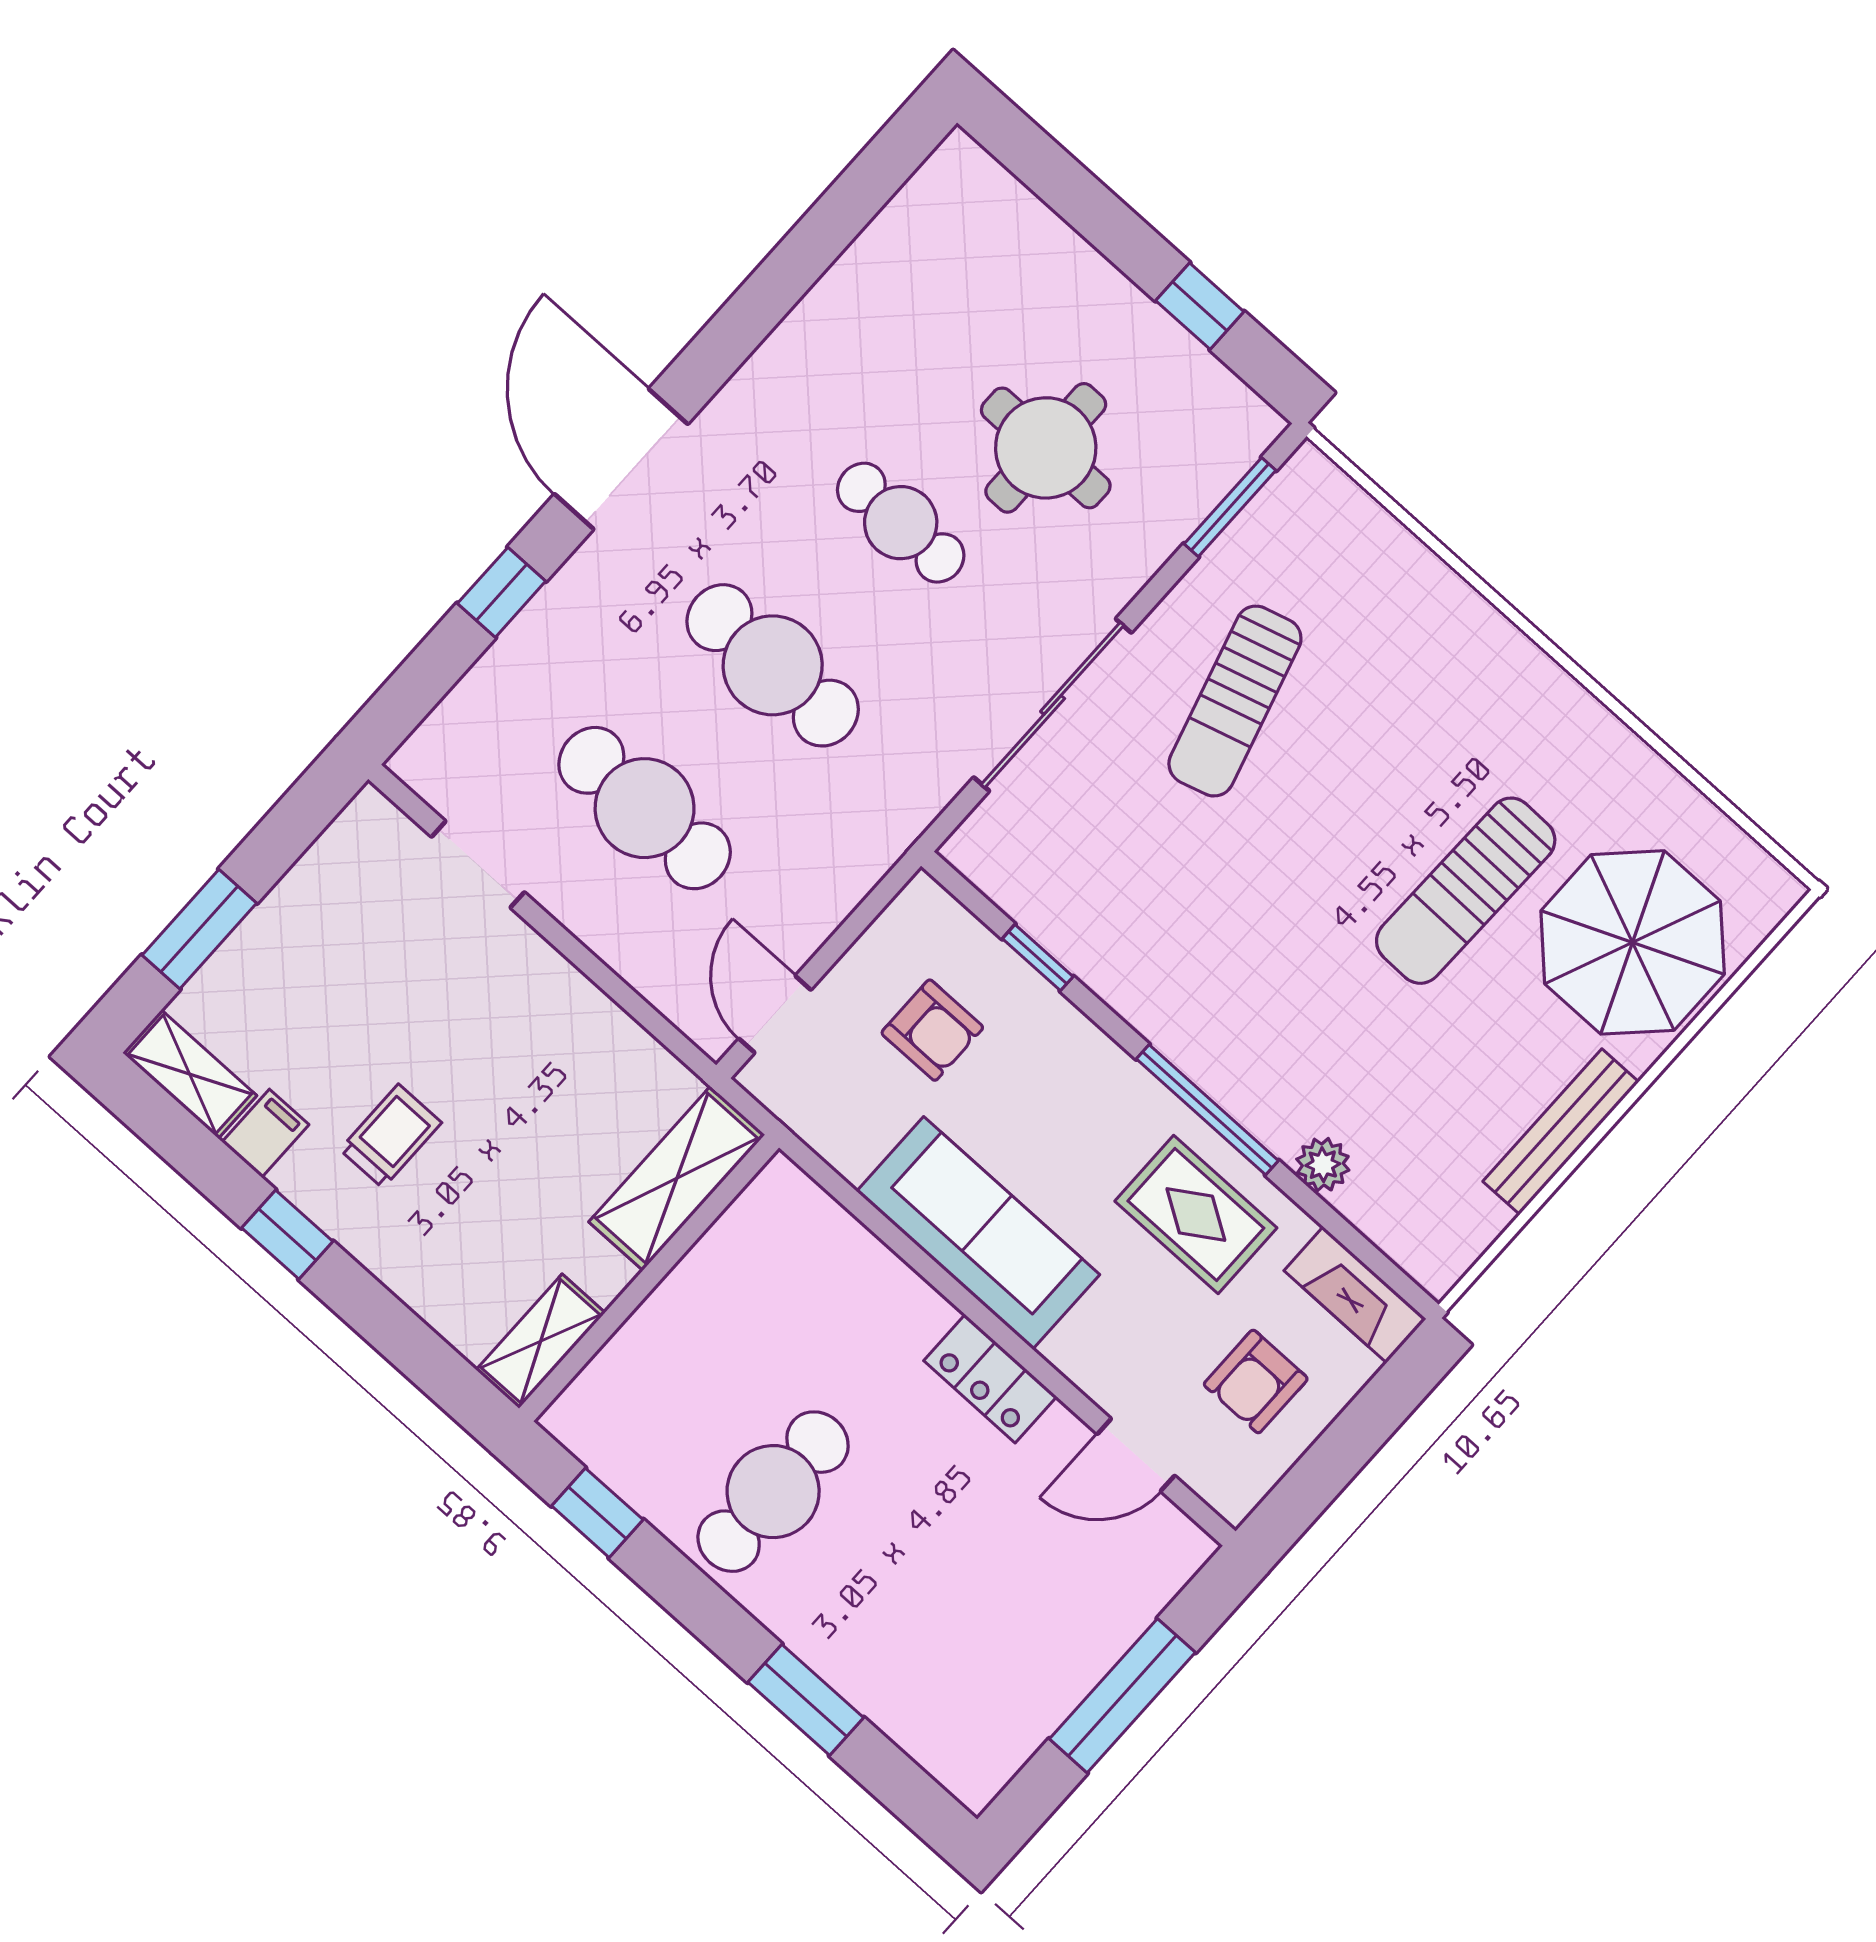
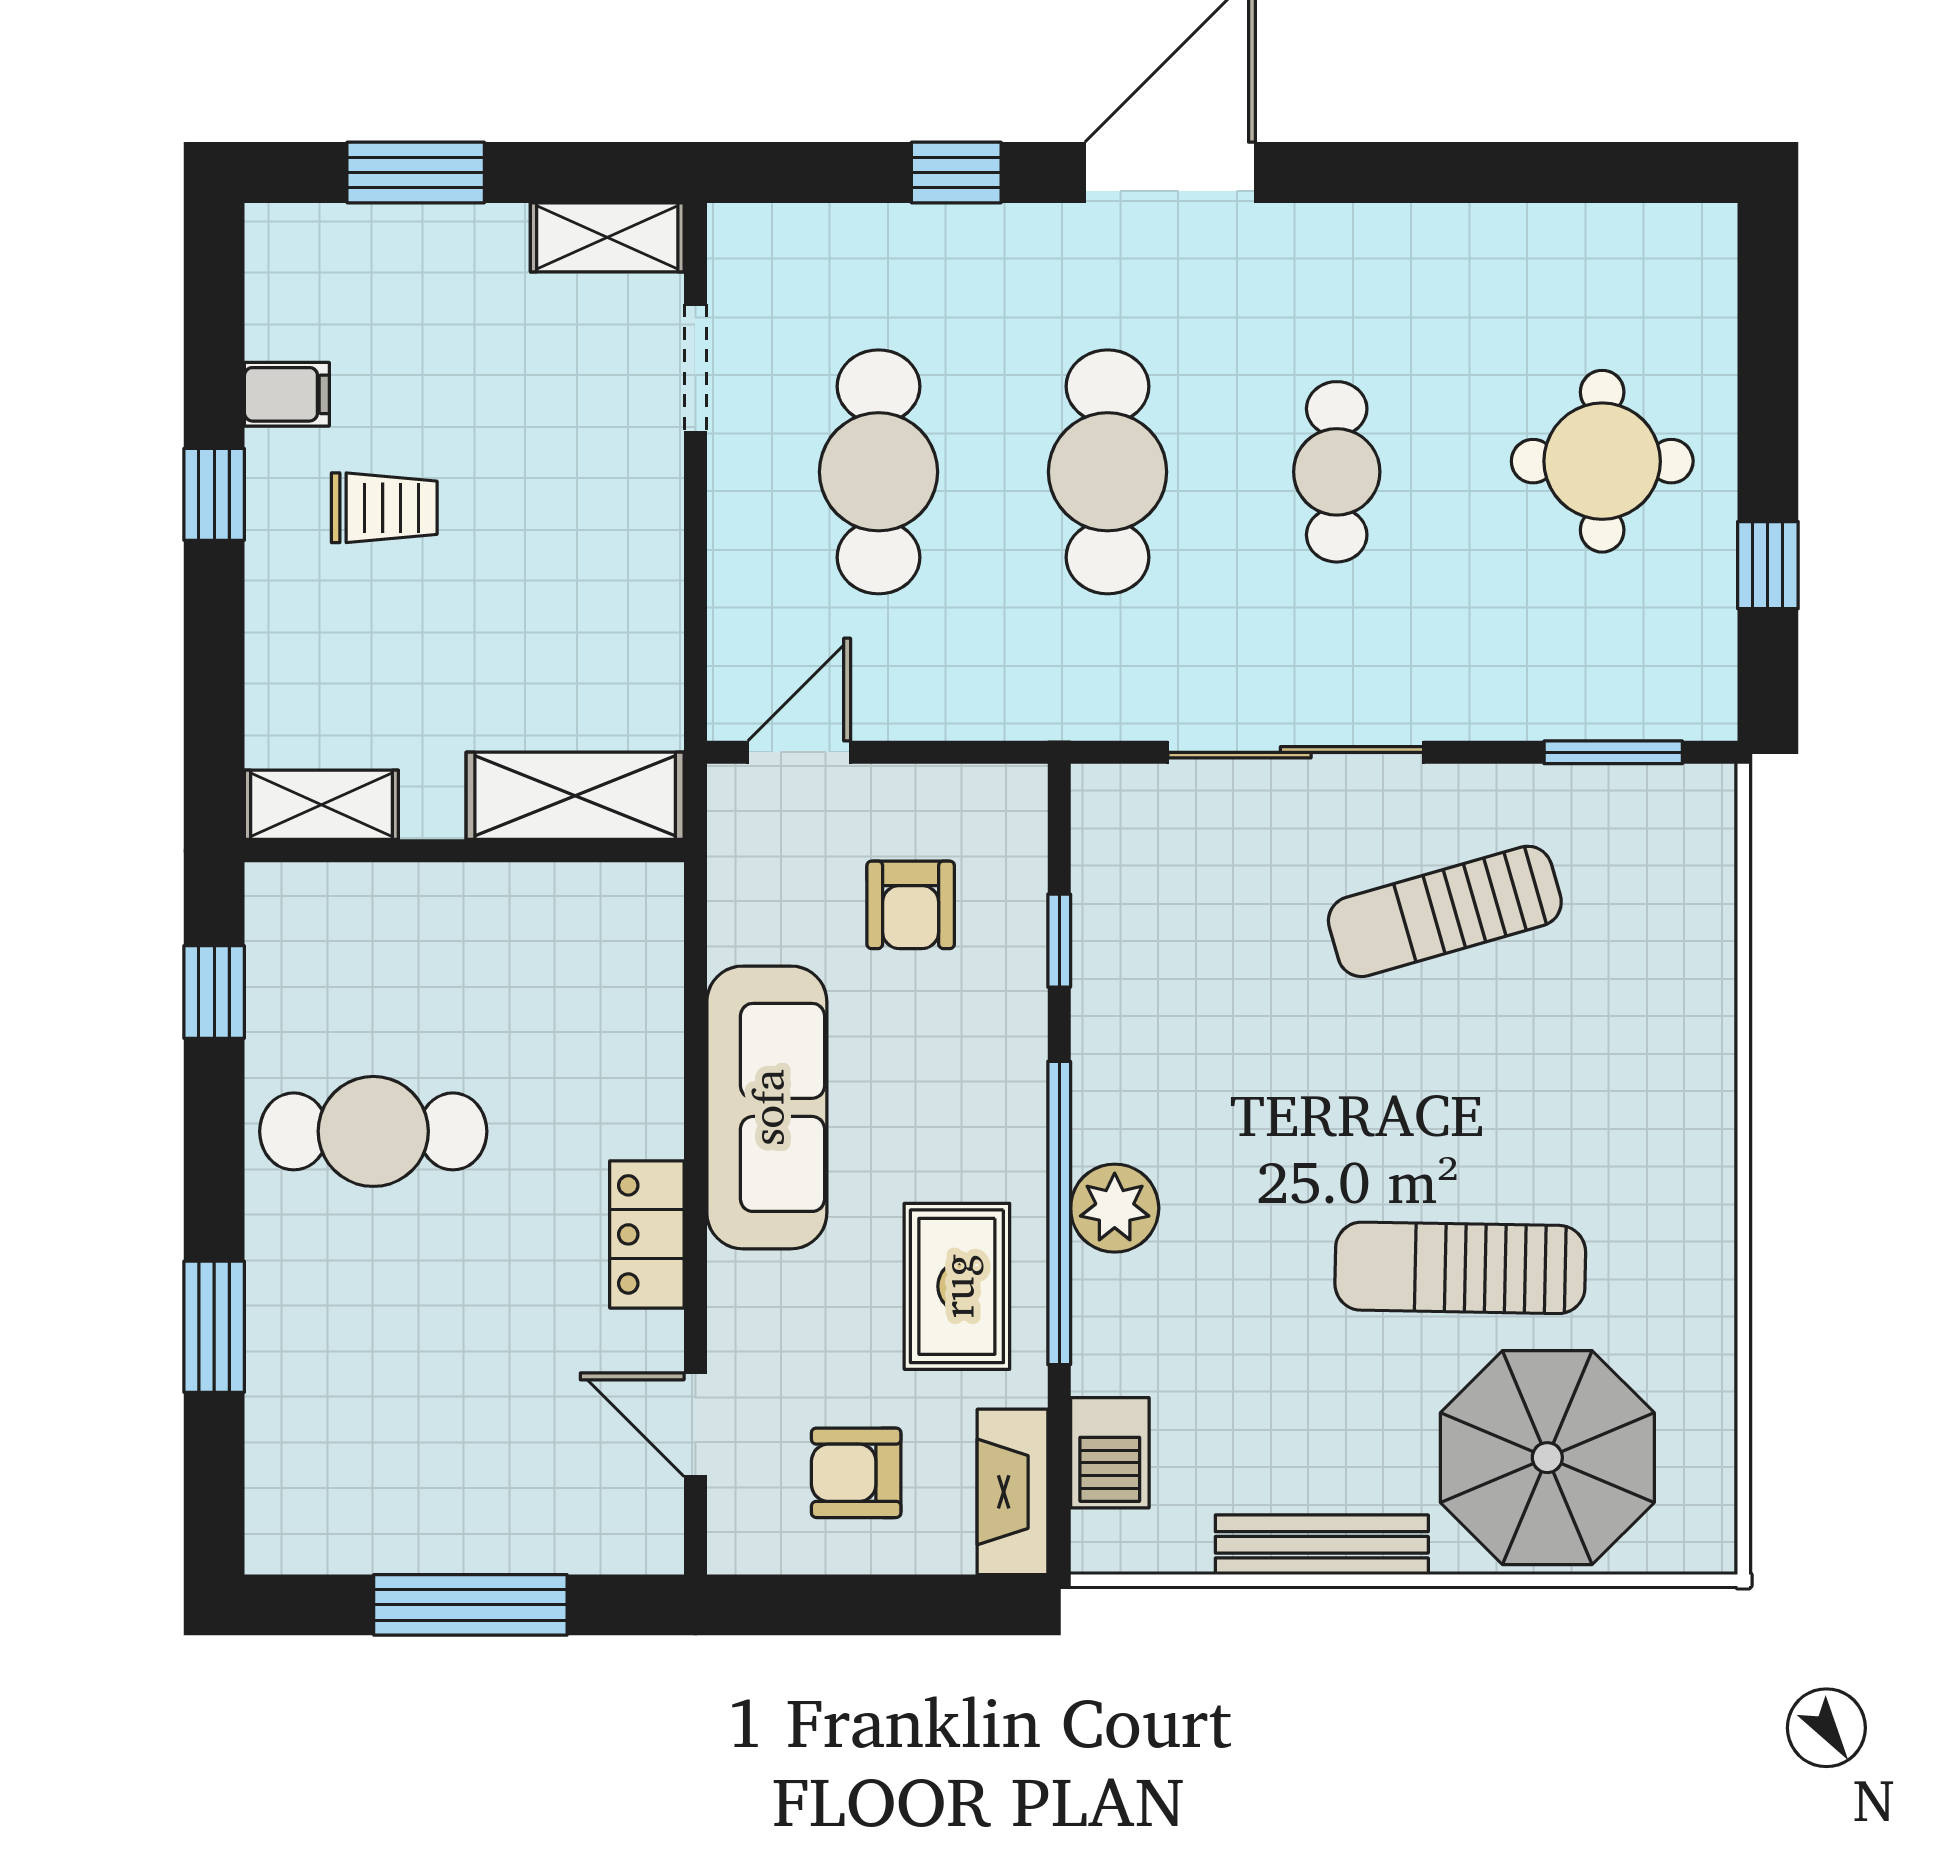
round table: (1046, 448) -> (1602, 461), moved
shelving: (190, 1074) -> (607, 237), moved, turned 90
window: (1207, 1110) -> (1059, 1213), width x1.46
plant: (1323, 1165) -> (1115, 1208), moved, width x1.38, depth x1.38
barbecue: (1385, 1212) -> (1110, 1453), added

